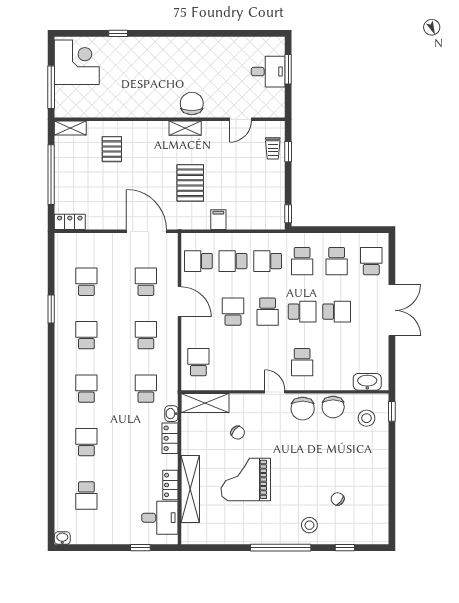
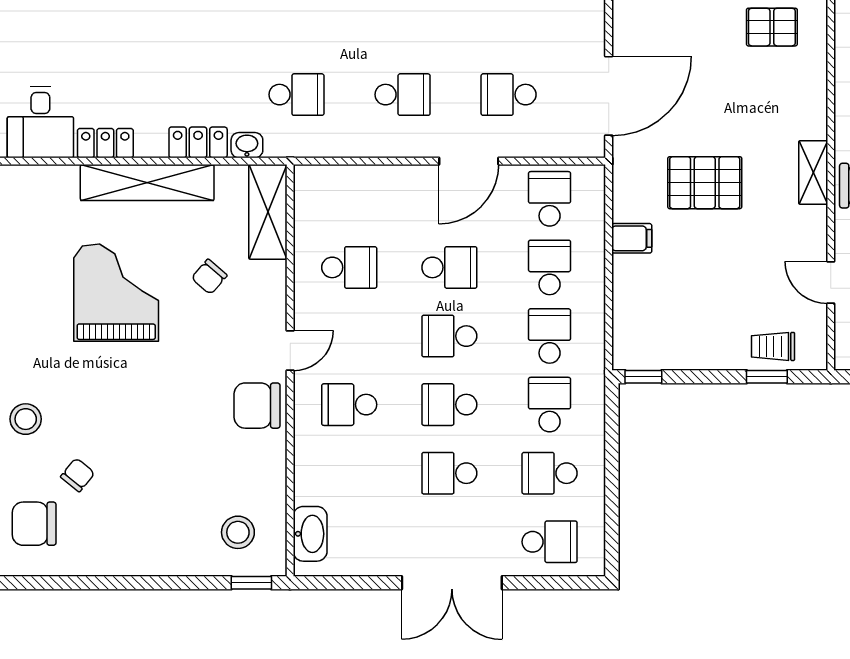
school desk: (302, 261) -> (550, 405), turned 90
school desk: (146, 282) -> (509, 95), turned 180
school desk: (302, 312) -> (449, 405), turned 90
school desk: (337, 312) -> (449, 473), turned 90
school desk: (198, 362) -> (349, 267), moved
chair: (333, 407) -> (34, 524), moved
shelving: (190, 489) -> (147, 183), moved

